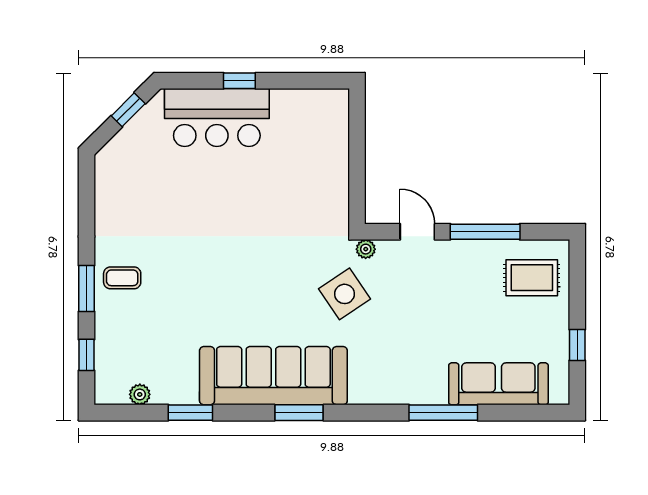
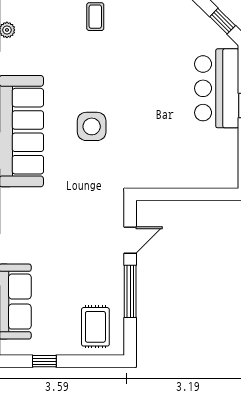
plant: (366, 249) -> (117, 201), removed
side table: (345, 294) -> (92, 126), moved, turned 34

